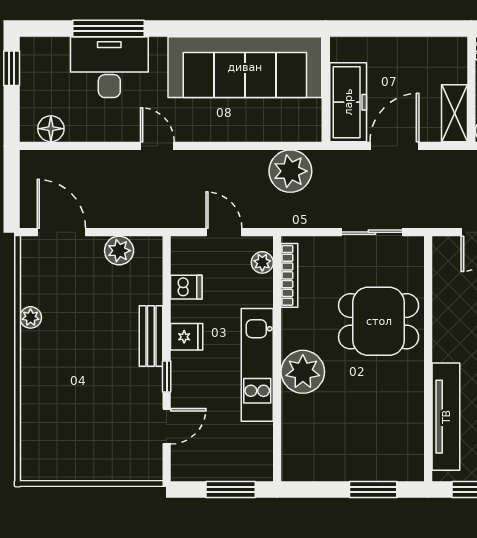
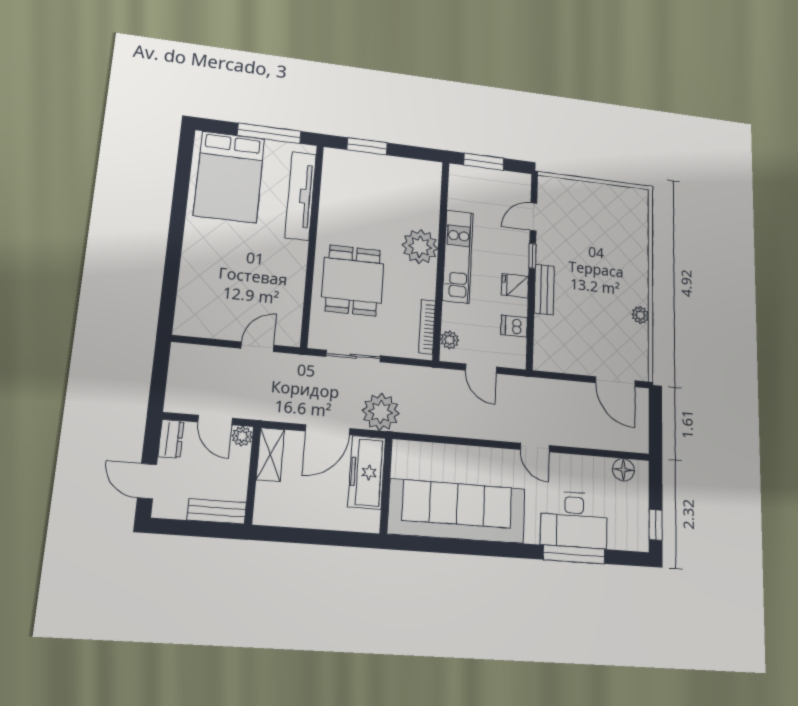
plant: (290, 171) -> (381, 412), moved
plant: (119, 251) -> (569, 362), removed
dining table: (379, 321) -> (353, 280), turned 90

